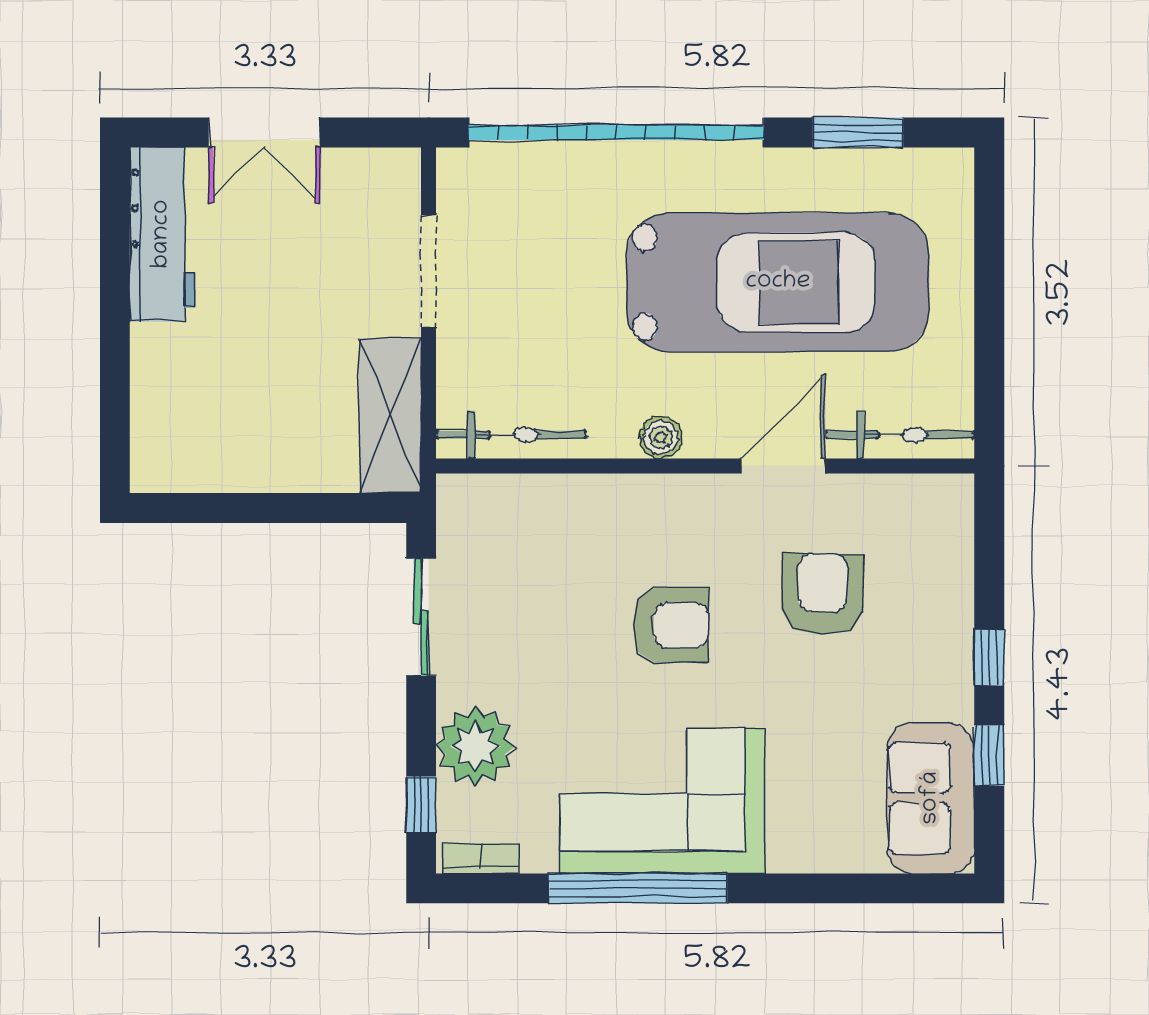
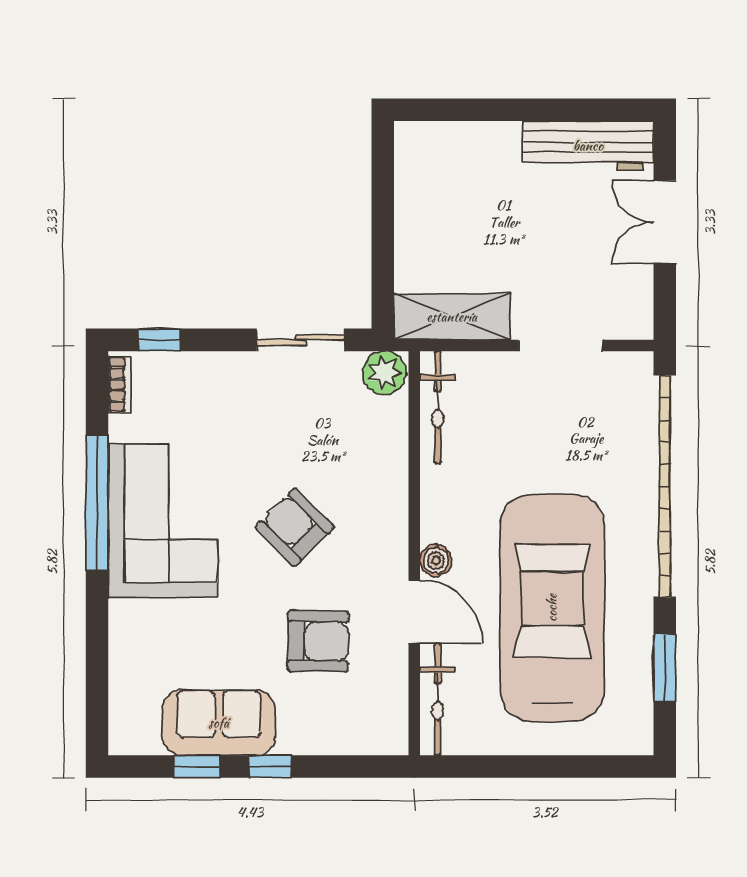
car: (778, 282) -> (552, 608), turned 180
boiler: (661, 437) -> (436, 560), moved
armchair: (671, 625) -> (295, 527), turned 135
plant: (476, 746) -> (384, 373), moved, width x0.73, depth x0.73
sofa: (931, 798) -> (219, 723), moved

